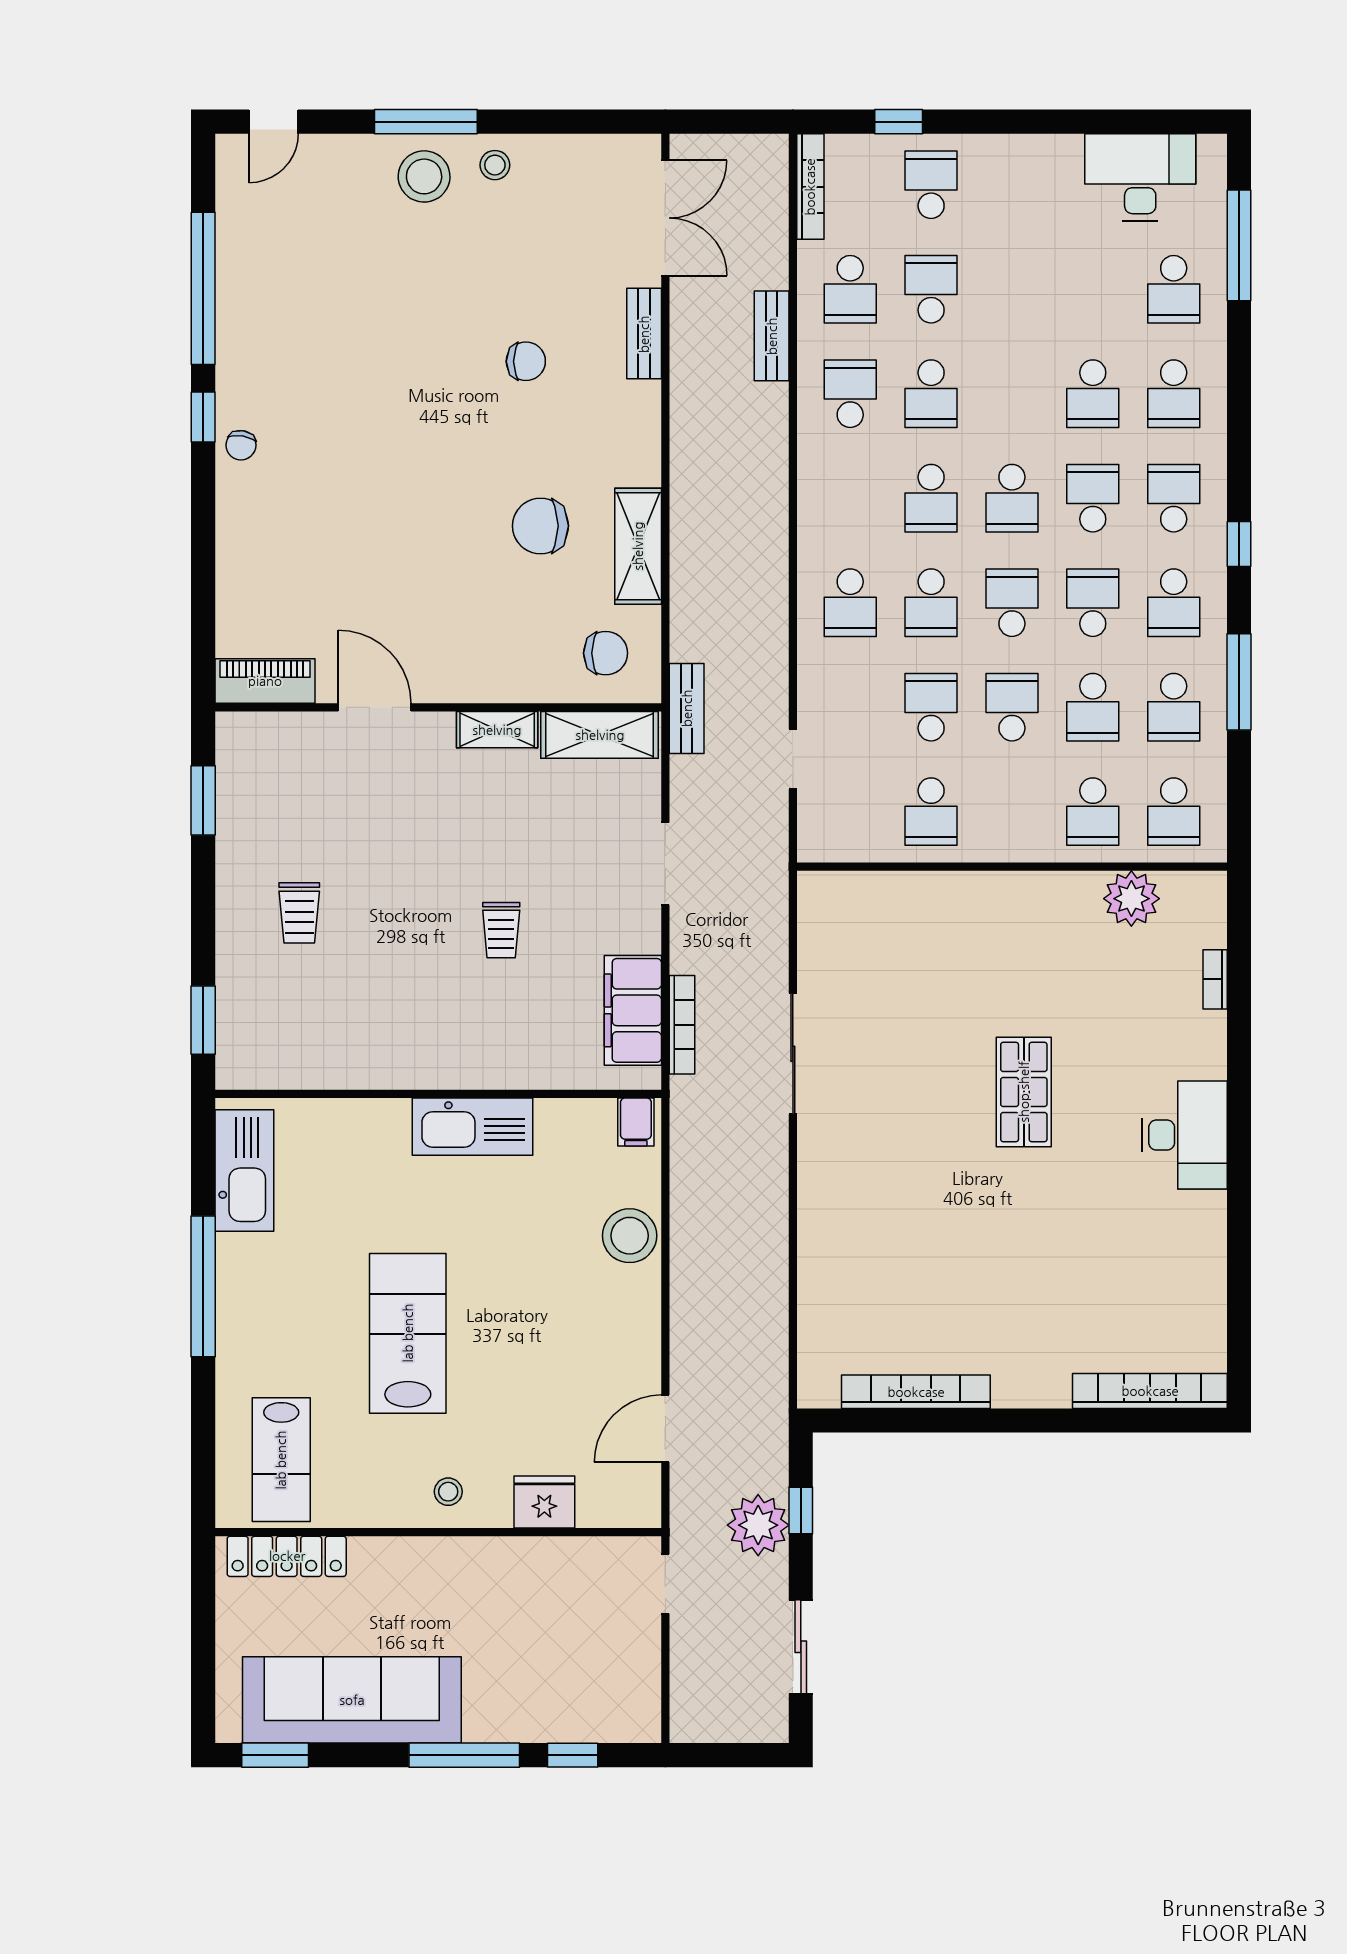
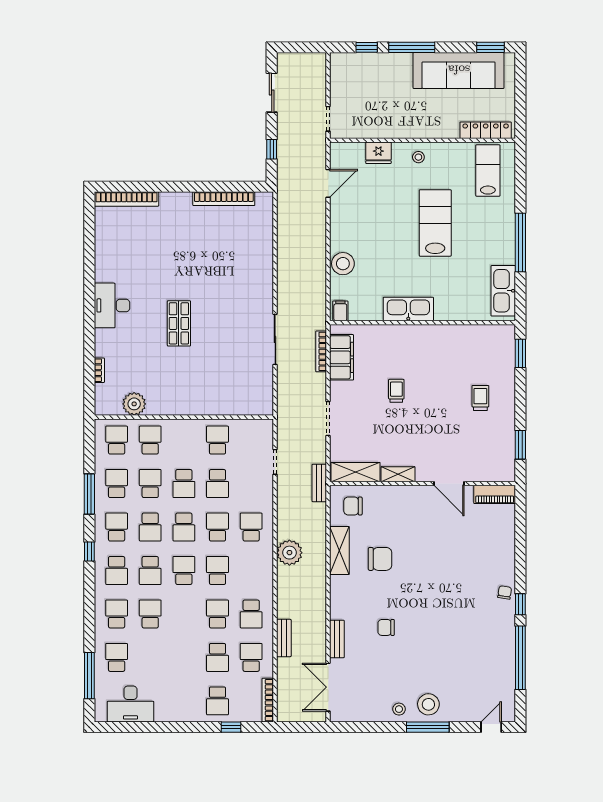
lab bench: (408, 1333) -> (435, 223), turned 180
plant: (758, 1525) -> (289, 553), moved

